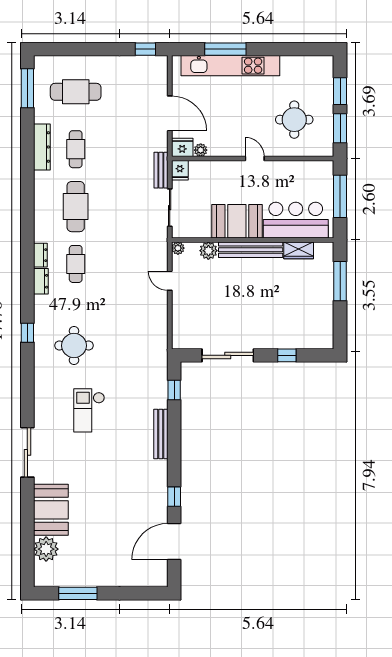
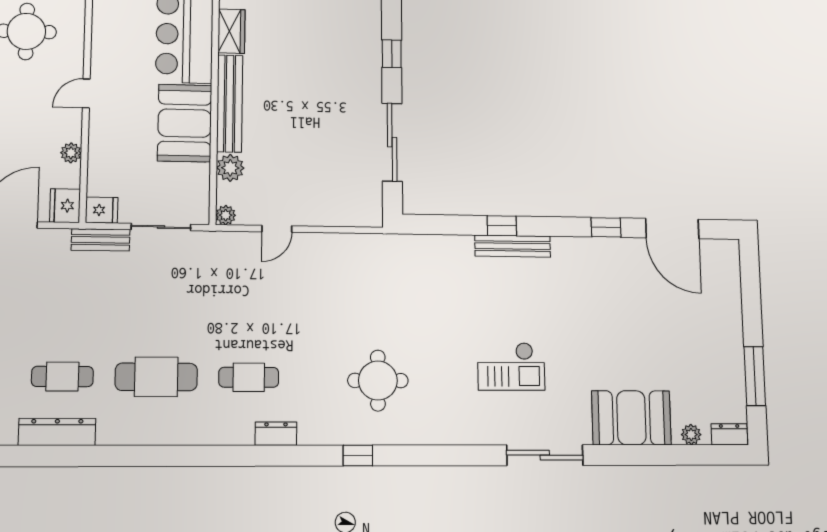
plant: (201, 150) -> (71, 153), moved
dresser: (40, 255) -> (729, 434), moved
window: (174, 390) -> (502, 226), moved
checkout: (89, 410) -> (511, 366), moved
plant: (46, 549) -> (691, 435), width x0.53, depth x0.53

